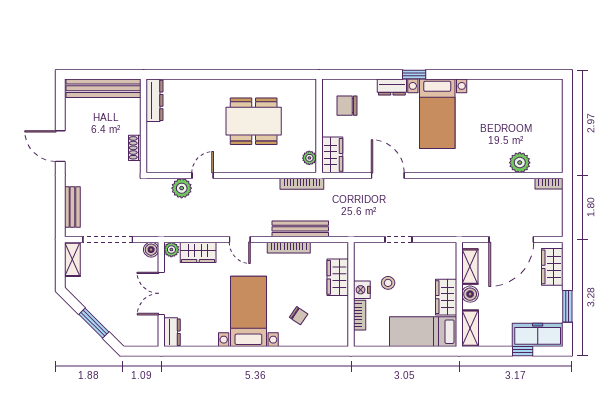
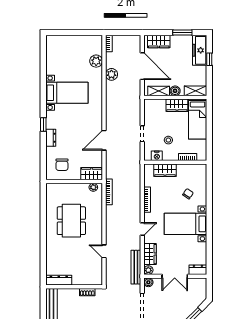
bed with nightstands: (437, 114) -> (67, 93), moved
plant: (182, 188) -> (111, 74), moved
bench: (300, 229) -> (136, 267), moved
nightstand: (362, 290) -> (157, 156), moved

